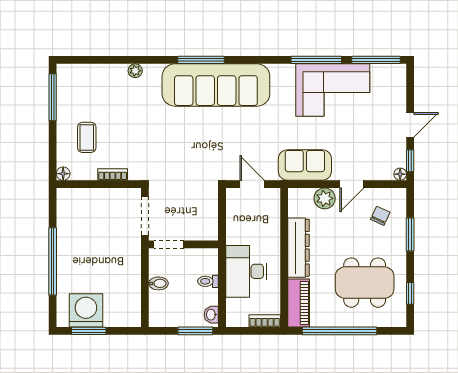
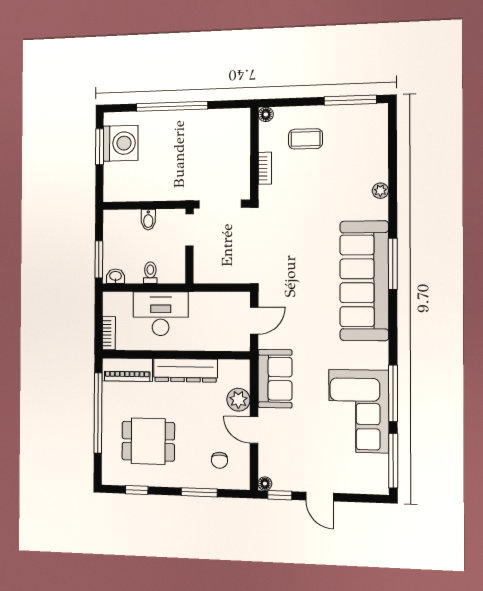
chair: (380, 216) -> (219, 460), turned 65
dining table: (365, 283) -> (148, 441), width x0.73

